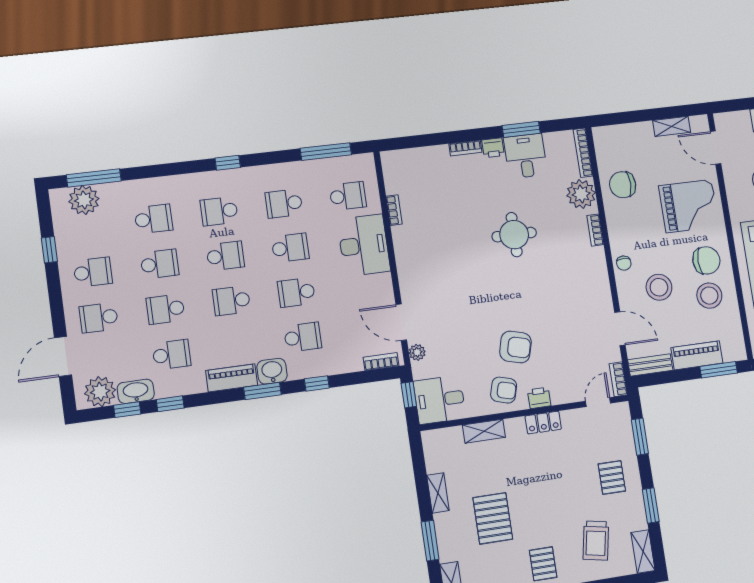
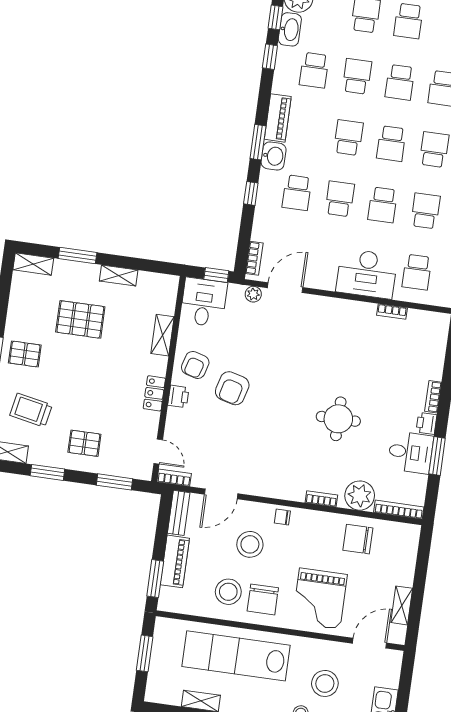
chair: (623, 185) -> (358, 539), turned -90

